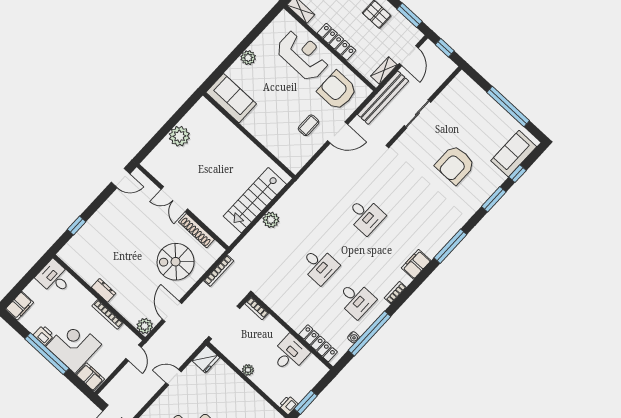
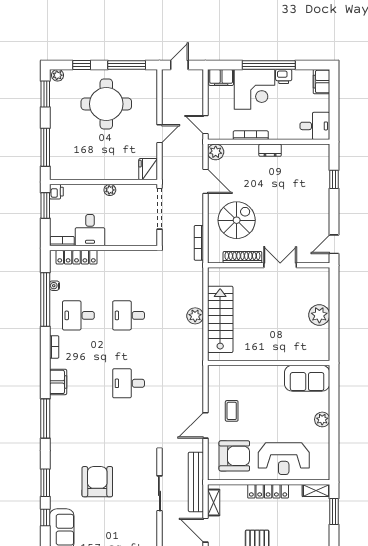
bookcase: (257, 308) -> (62, 241), moved

